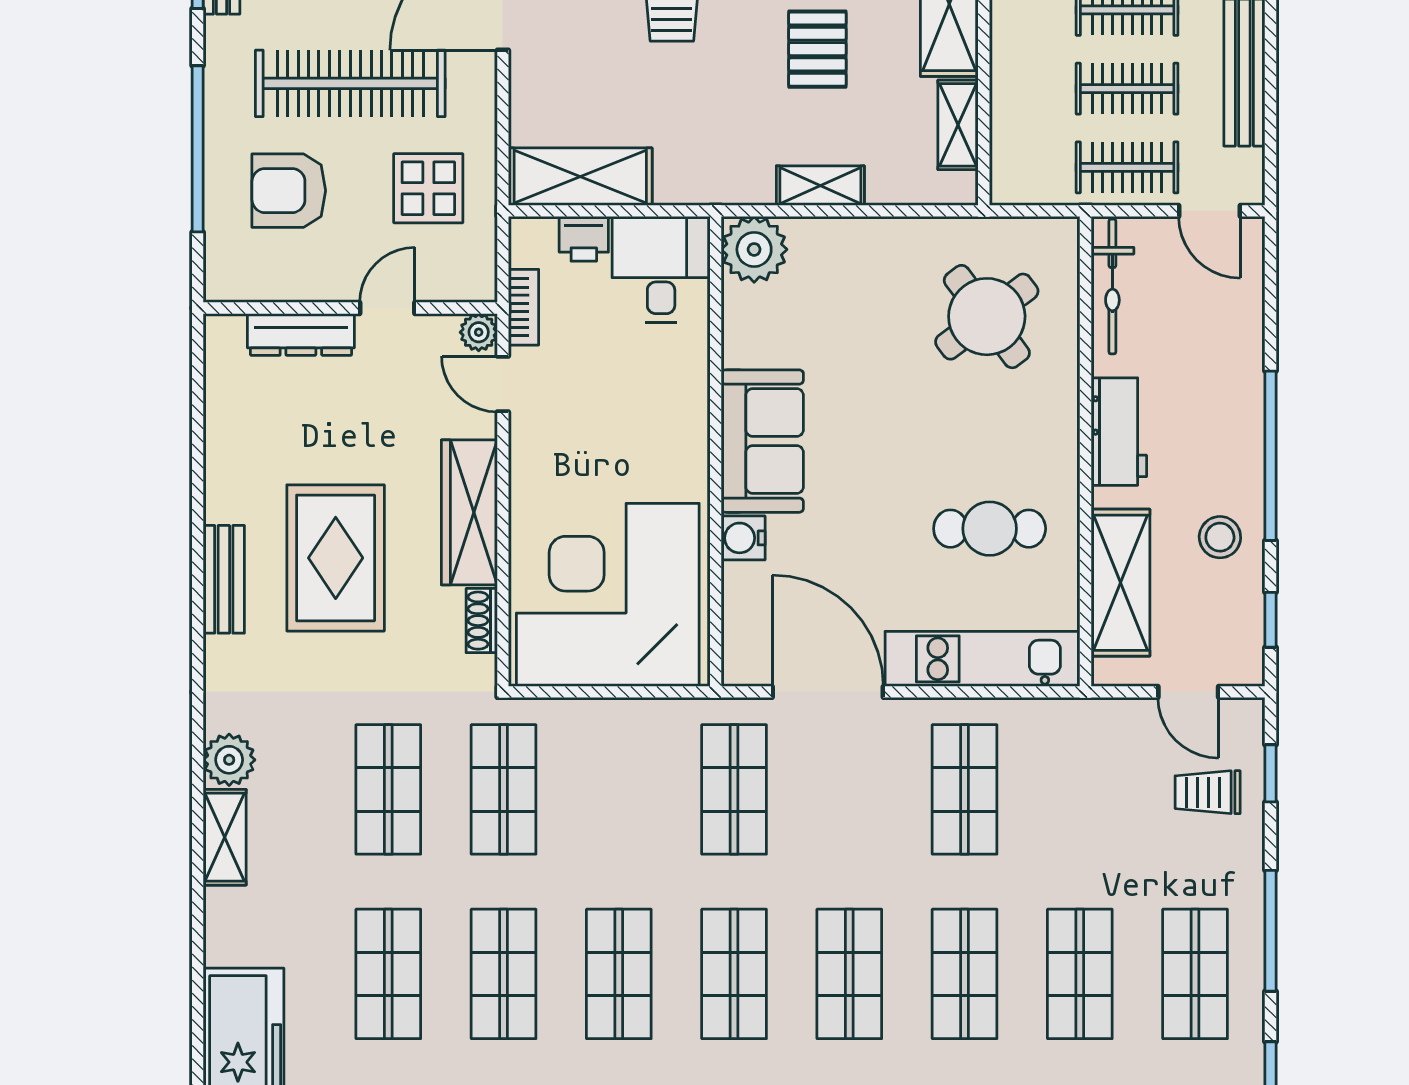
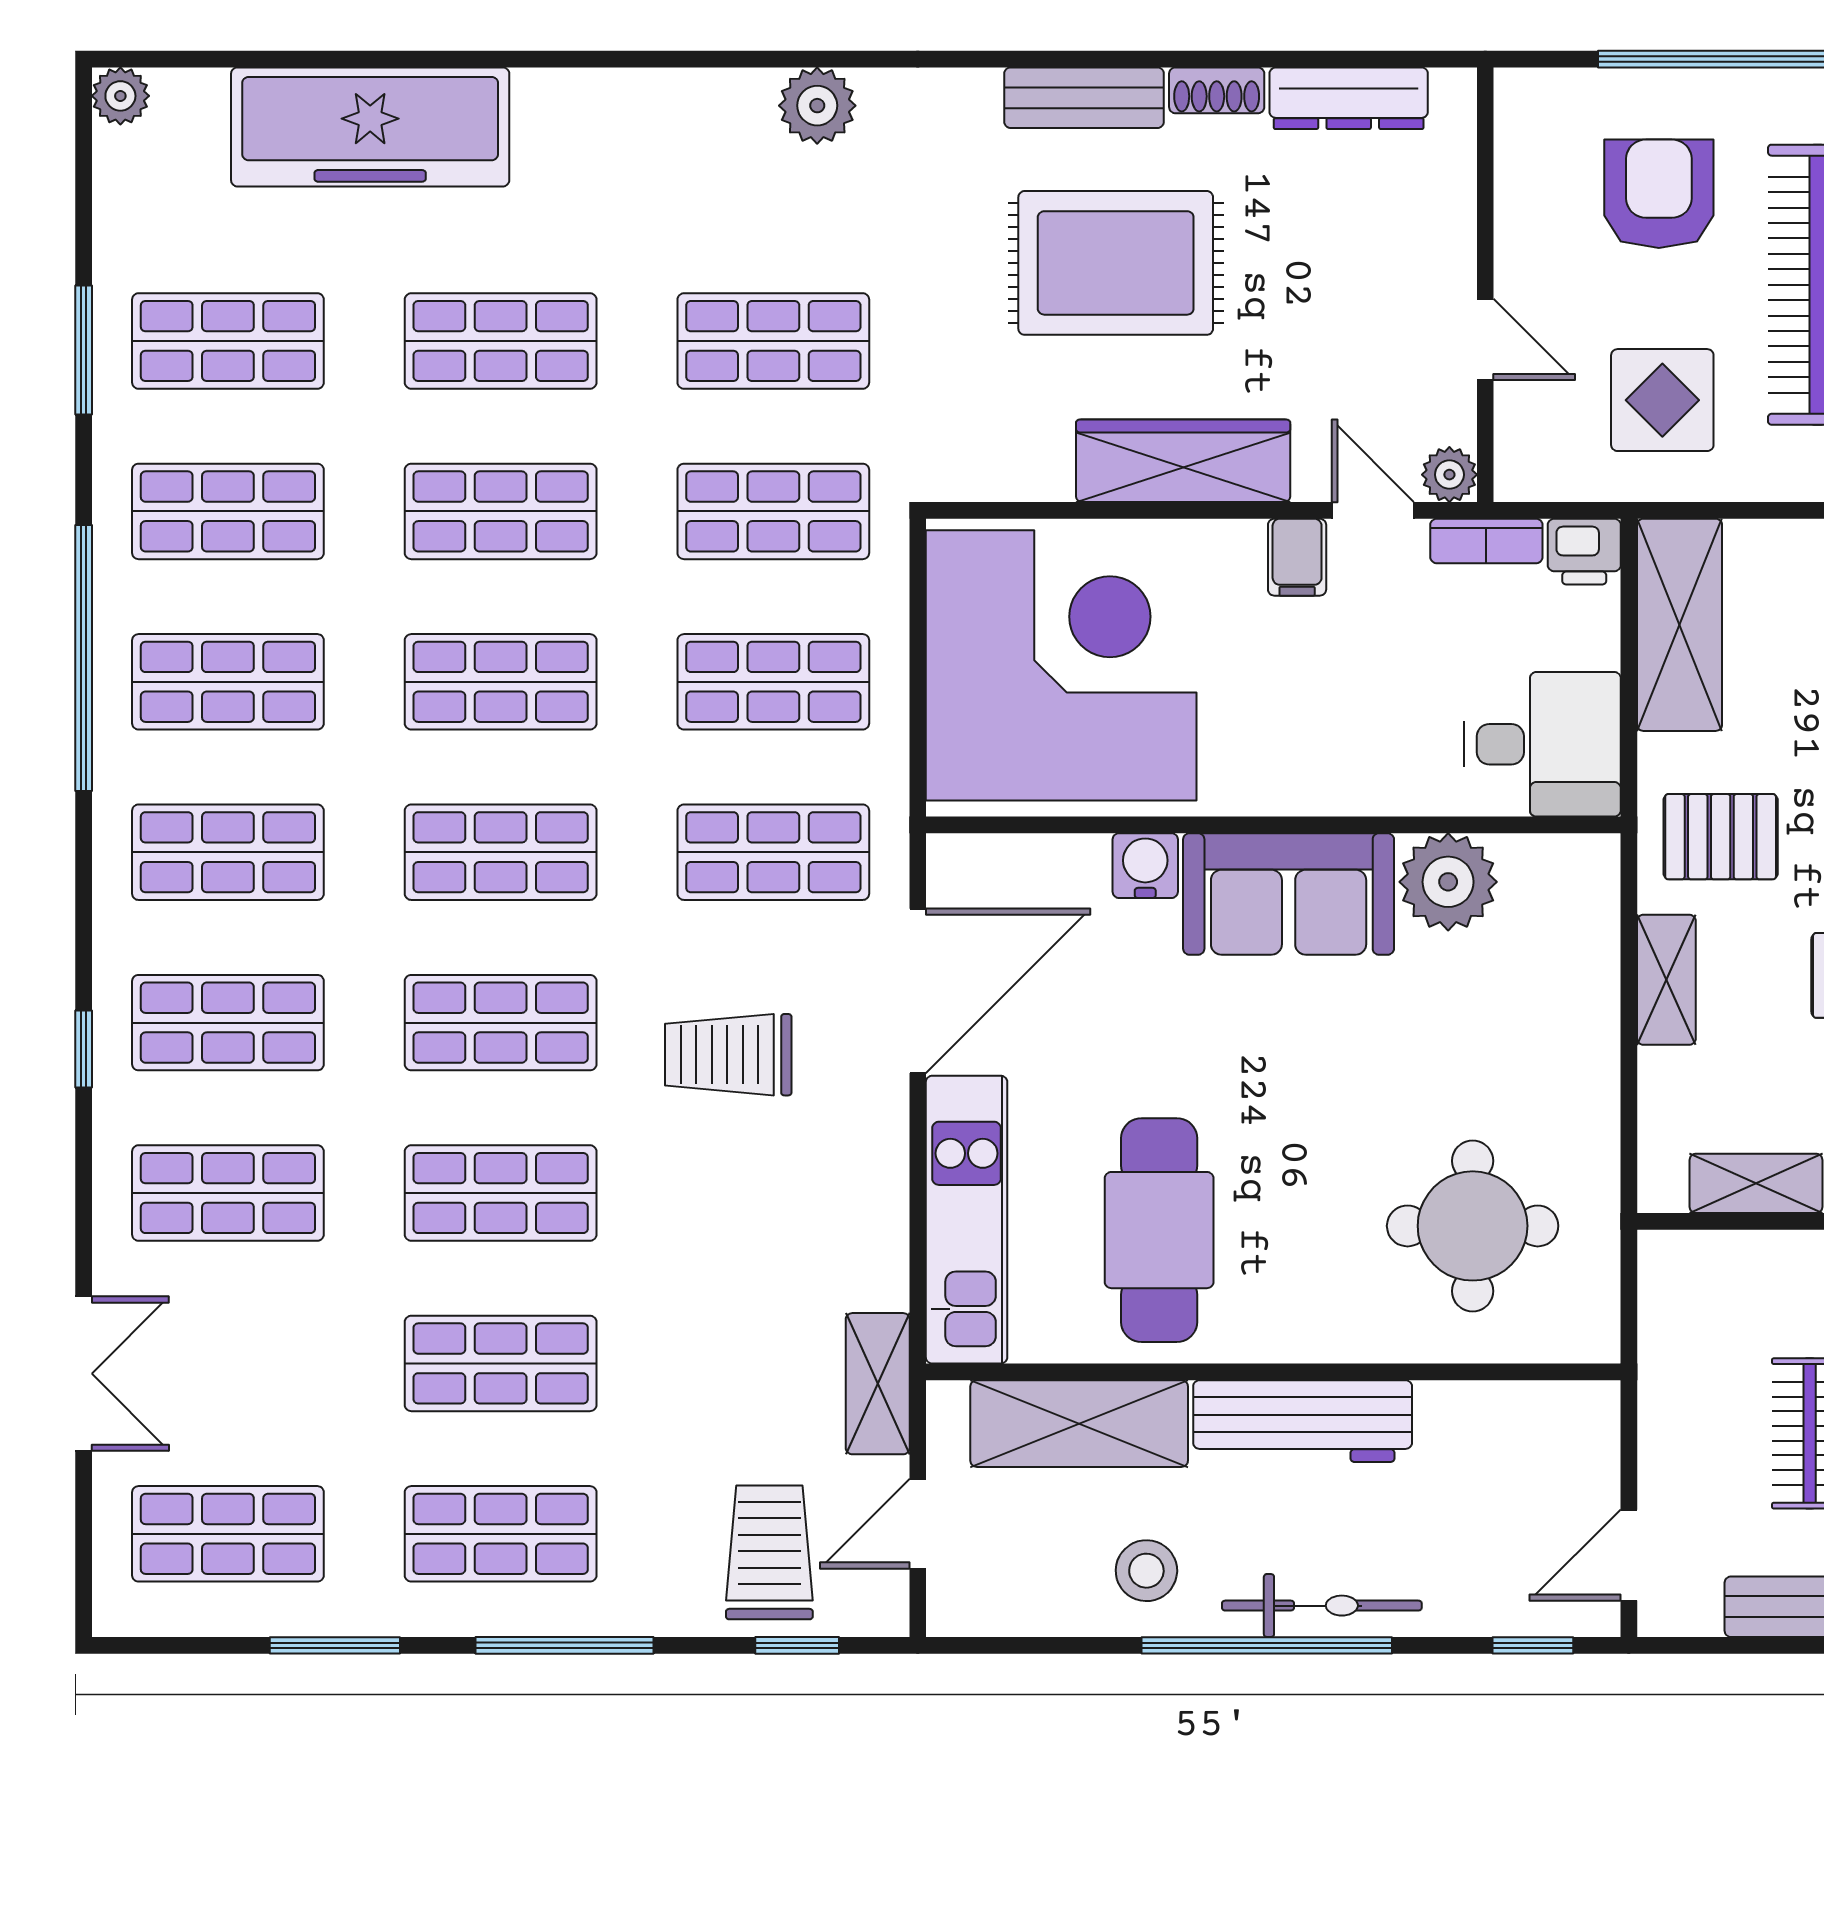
pallet: (724, 149) -> (1721, 837), added
clothes rail: (1127, 167) -> (1693, 1433), removed
printer: (584, 239) -> (1584, 552), moved, turned -90
plant: (754, 249) -> (1448, 882), moved
bicycle: (1112, 286) -> (1322, 1606), moved, turned 180
round table: (987, 317) -> (1473, 1226), turned 37
dresser: (301, 334) -> (1349, 98), moved, turned -90
door: (503, 384) -> (1373, 510), hinge flipped
workbench: (1119, 432) -> (1303, 1421), width x1.38
filing cabinet: (535, 435) -> (1297, 557), added
cafe table: (990, 529) -> (1159, 1230), width x1.37, depth x1.35
window: (1270, 620) -> (1533, 1645), moved
shoe rack: (482, 621) -> (1217, 90), moved, turned 180
shop shelf: (965, 789) -> (773, 682), moved
trolley: (1208, 792) -> (769, 1552), width x1.36, depth x1.39
trolley: (871, 820) -> (728, 1055), added
shelving: (225, 837) -> (878, 1384), moved, turned 90

